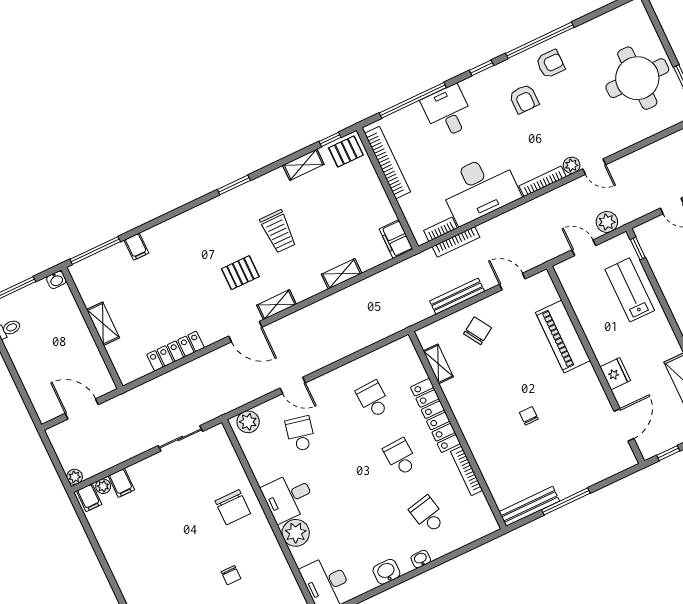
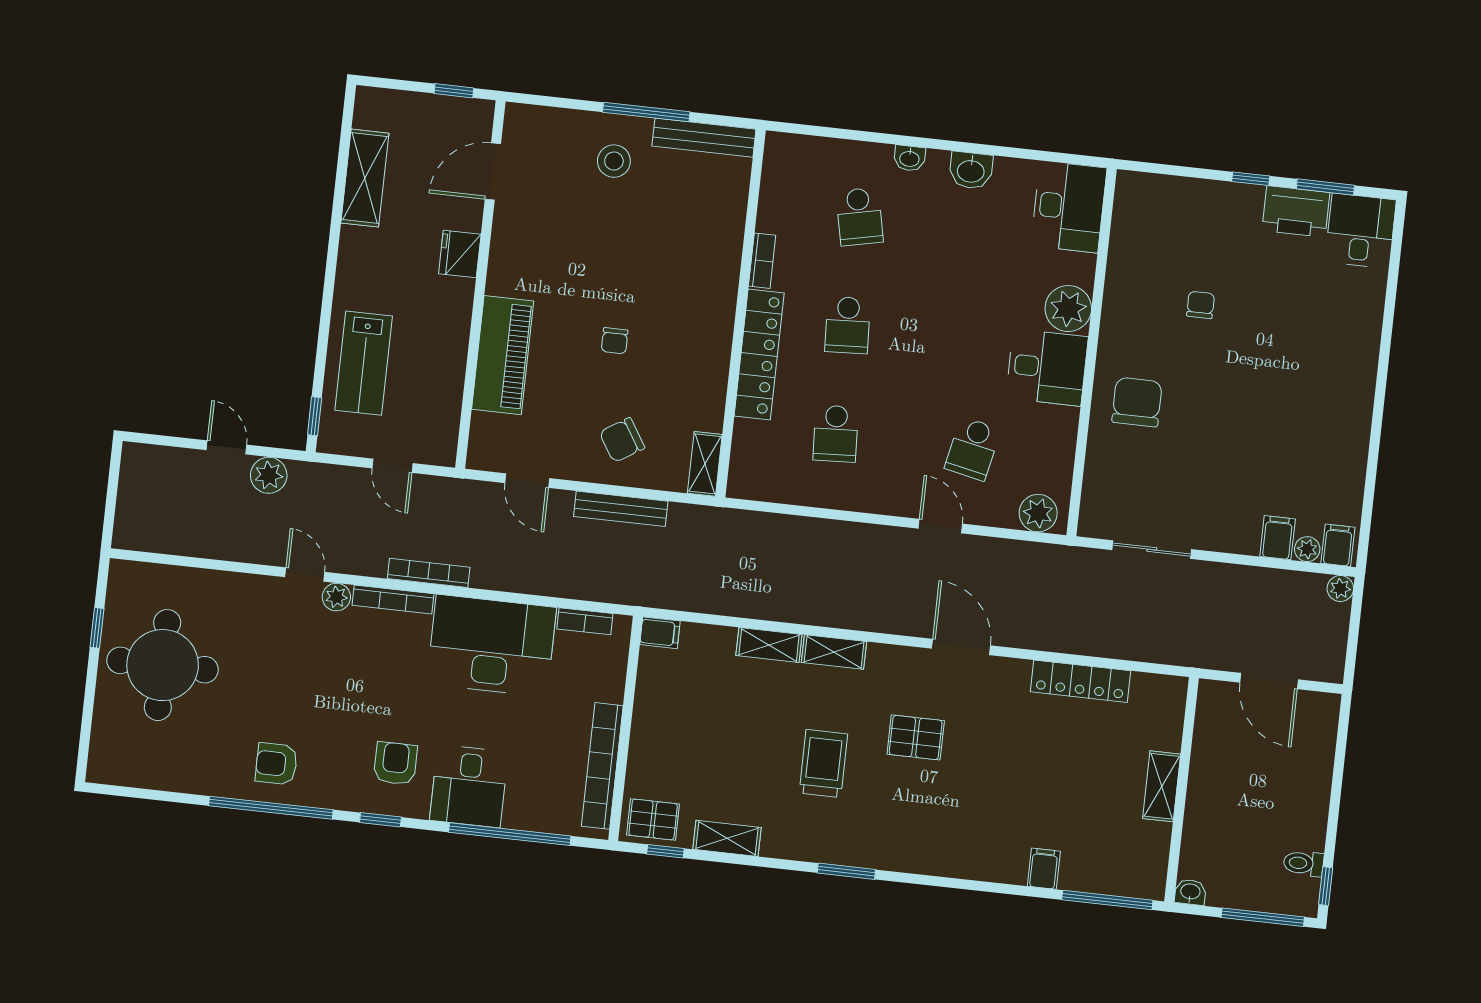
armchair: (524, 99) -> (395, 763), moved
plant: (607, 222) -> (269, 475), moved
filing cabinet: (396, 239) -> (660, 633), width x0.50
bookcase: (456, 242) -> (429, 573), moved
shelving: (276, 305) -> (834, 652), moved
shelving: (438, 364) -> (705, 464), moved
chair: (529, 416) -> (615, 341), moved
stool: (567, 467) -> (614, 161), added
bookcase: (466, 471) -> (762, 261), width x0.64

